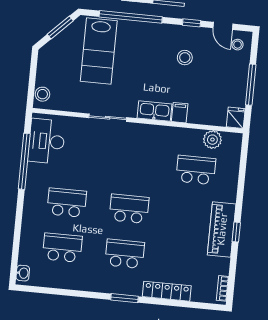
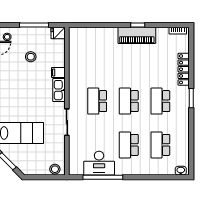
stool: (185, 58) -> (31, 57), moved
plant: (212, 140) -> (75, 48), removed
desk: (47, 141) -> (99, 163), moved
school desk: (196, 170) -> (97, 101), moved

